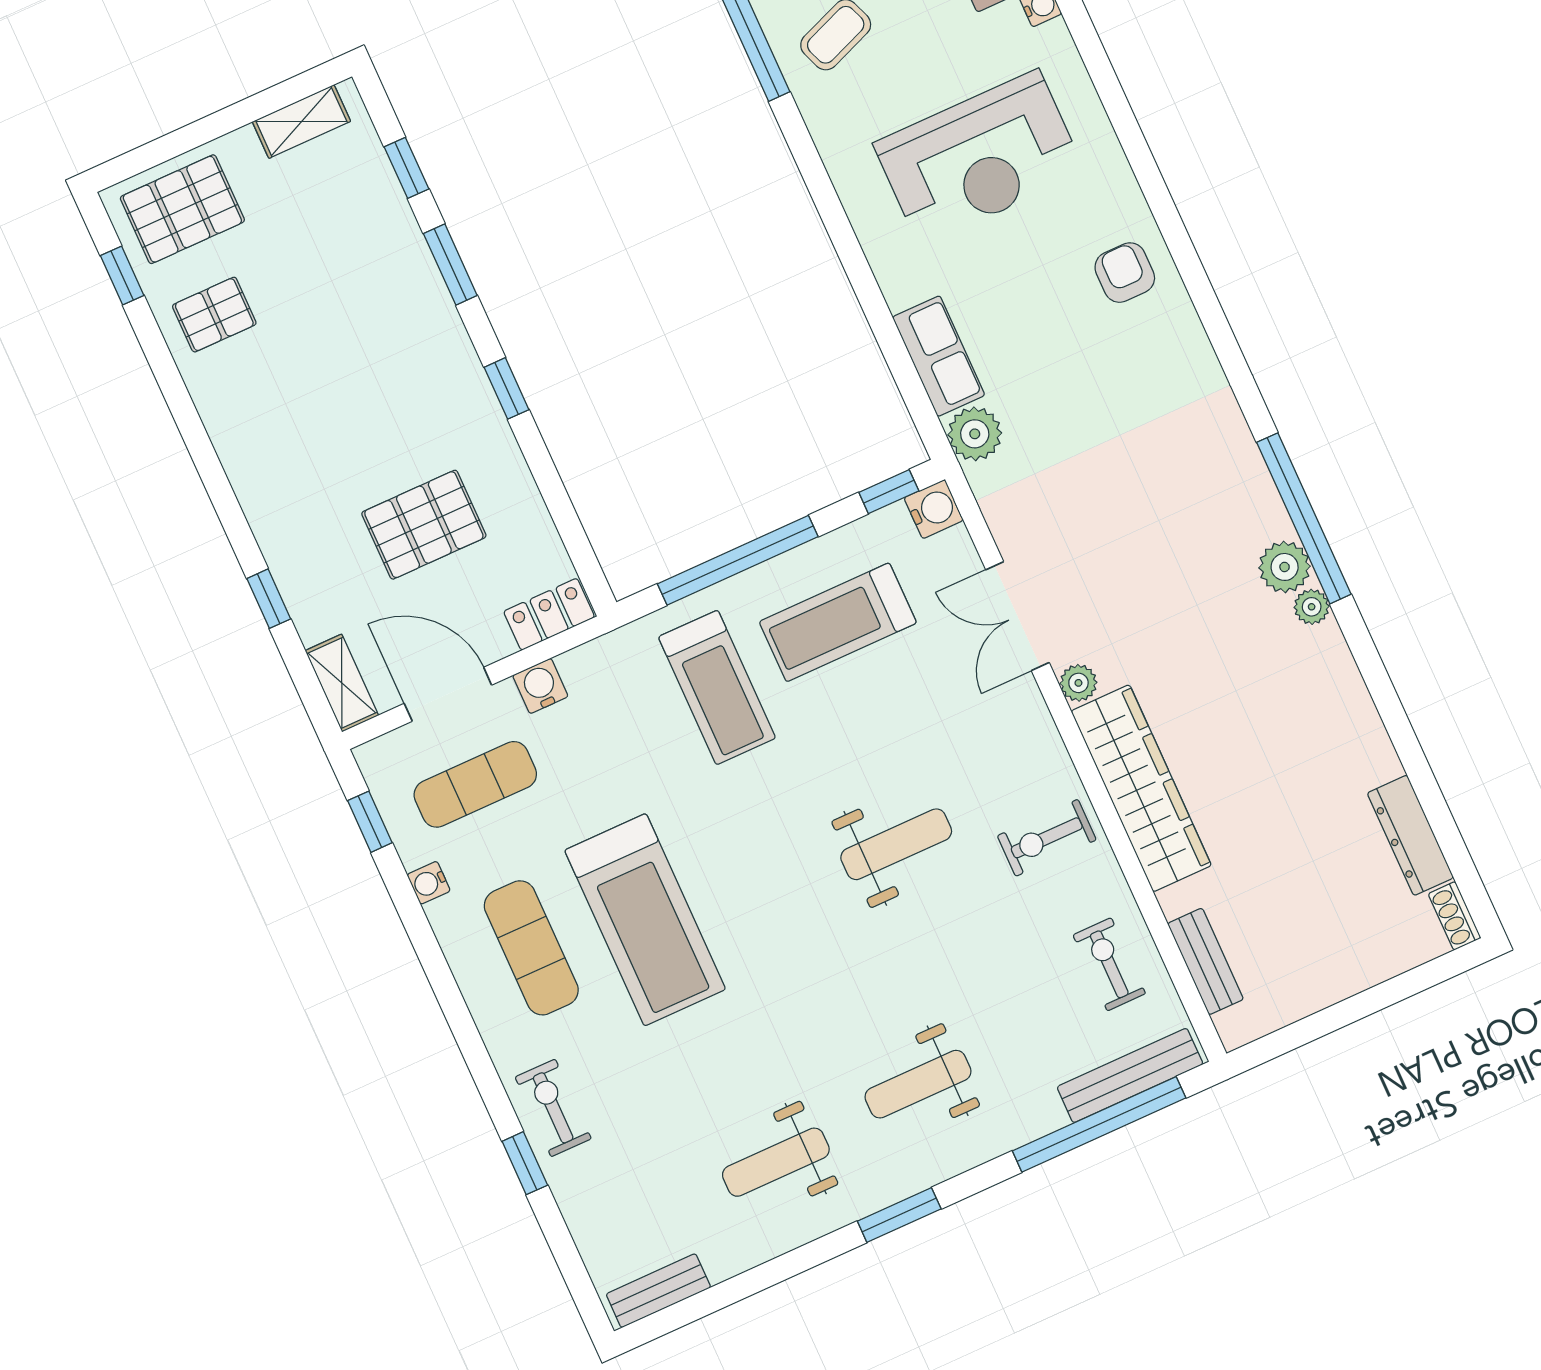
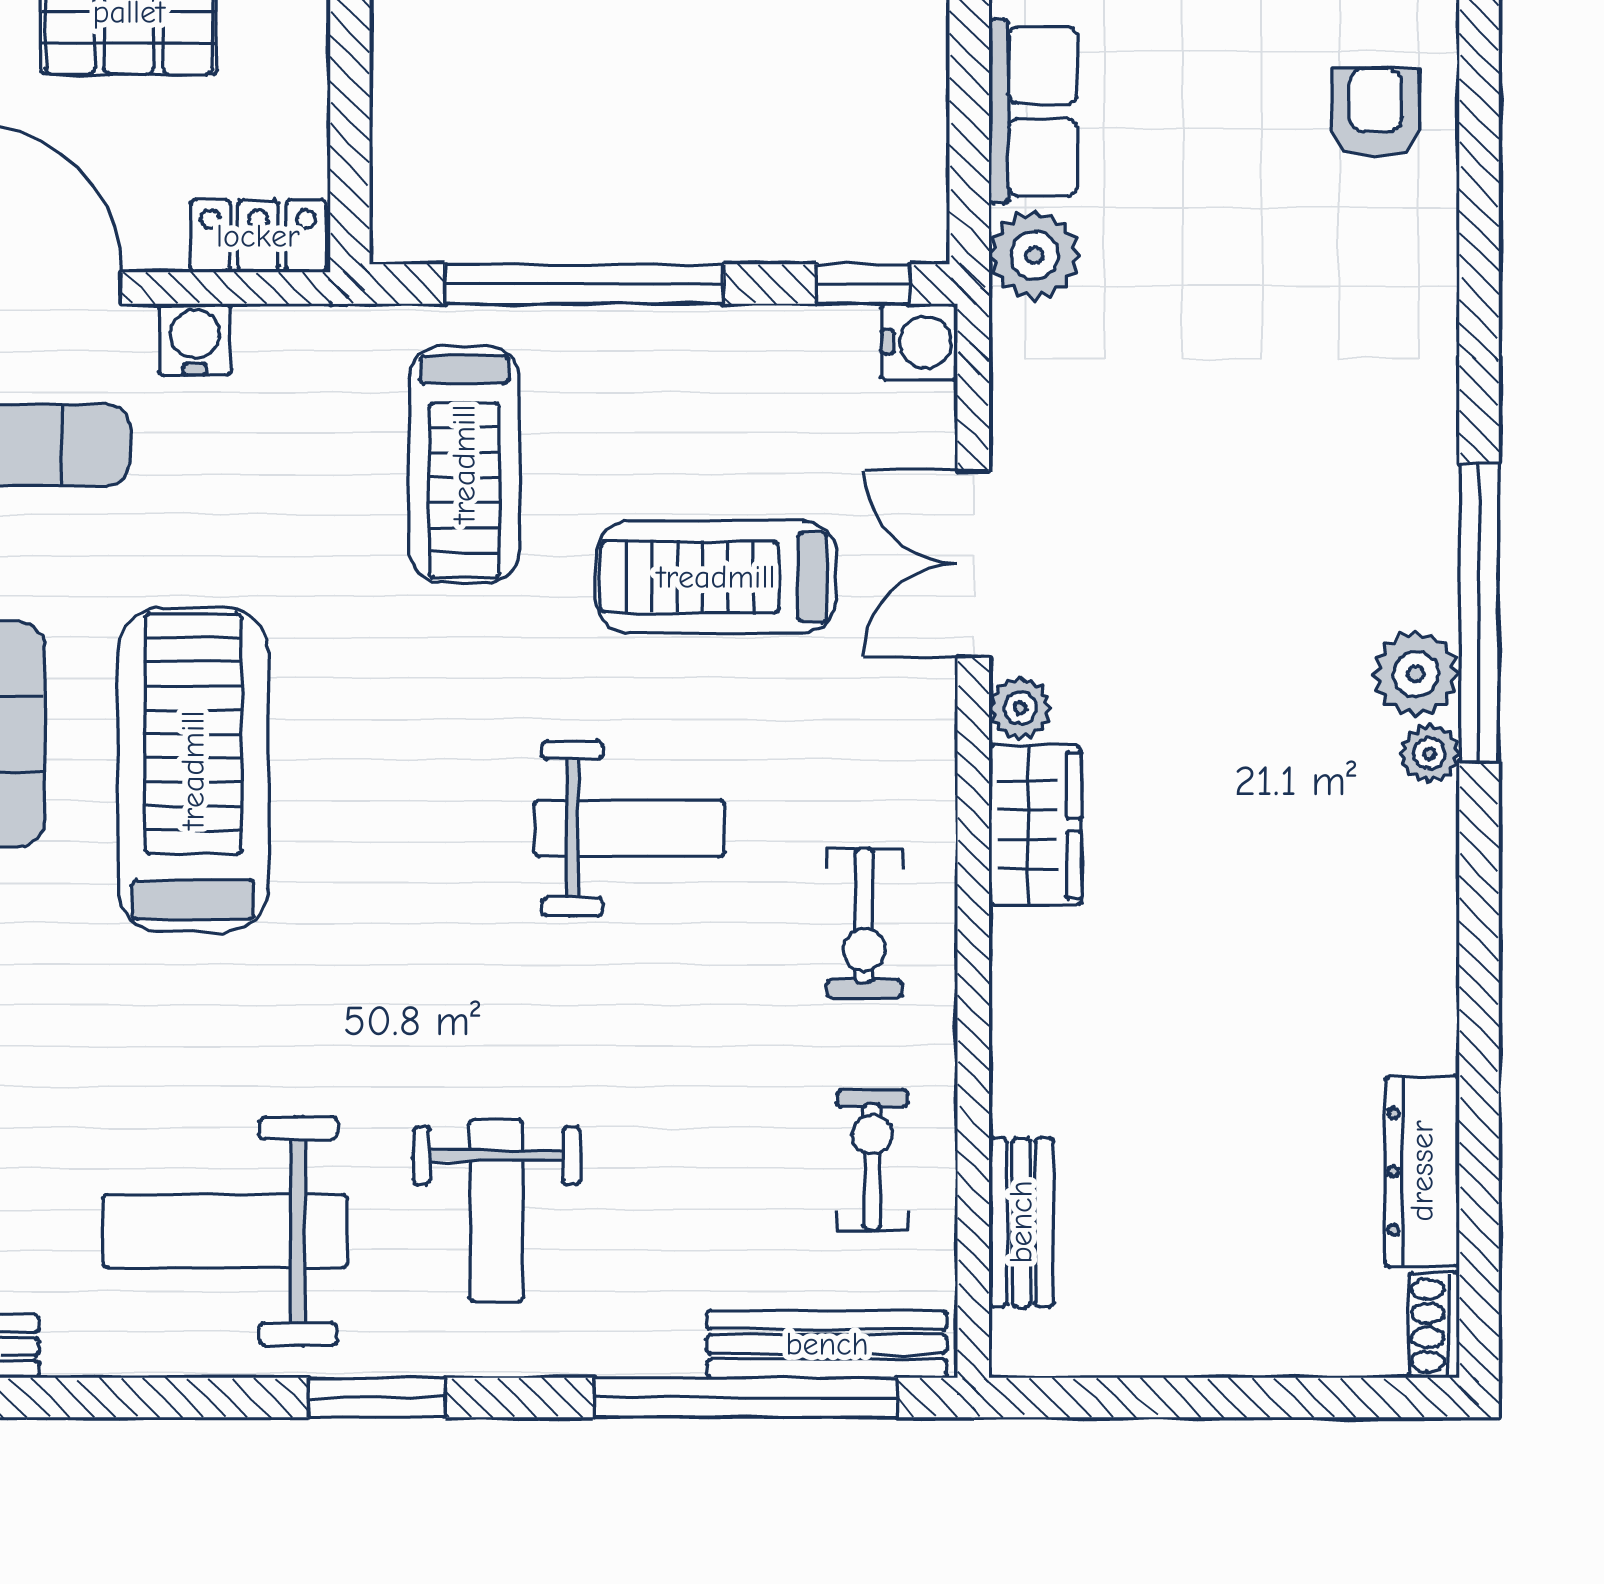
treadmill: (838, 622) -> (716, 577), moved
wardrobe: (1141, 788) -> (1035, 825), width x0.48, depth x0.85
exercise bike: (1047, 838) -> (864, 923), turned -90
treadmill: (645, 920) -> (193, 770), turned 180
weight bench: (918, 1084) -> (496, 1210), turned -90
weight bench: (776, 1162) -> (225, 1231), width x1.36, depth x1.33

